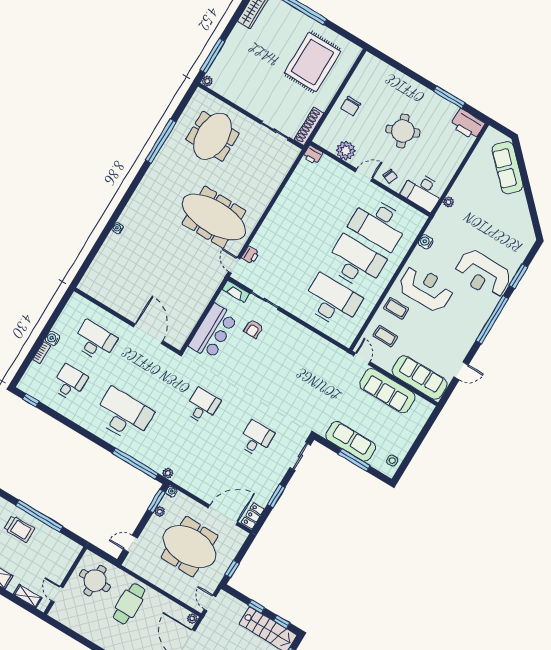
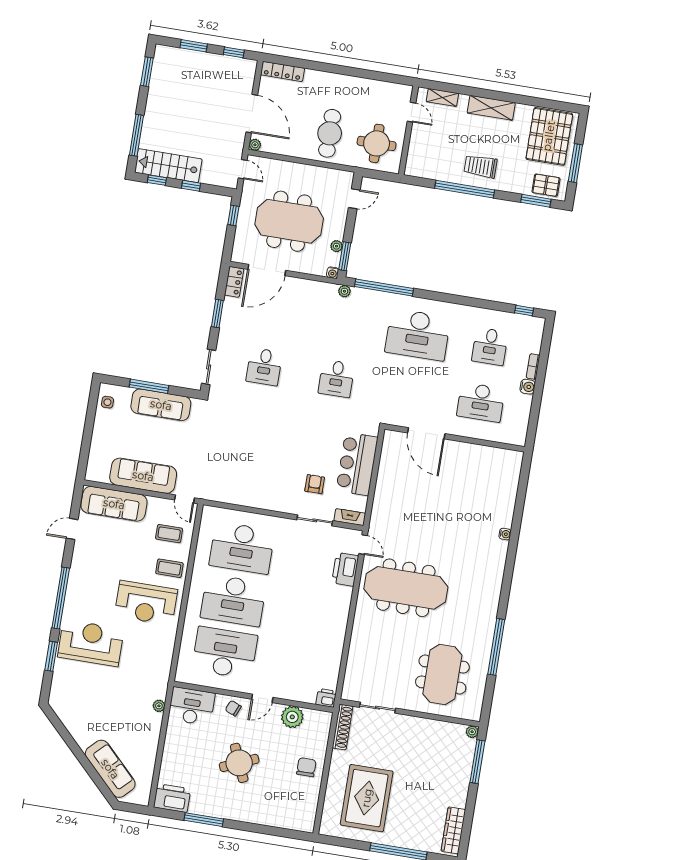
water cooler: (426, 242) -> (166, 653), removed
printer: (250, 255) -> (345, 569), width x1.87, depth x1.48

